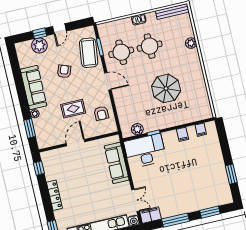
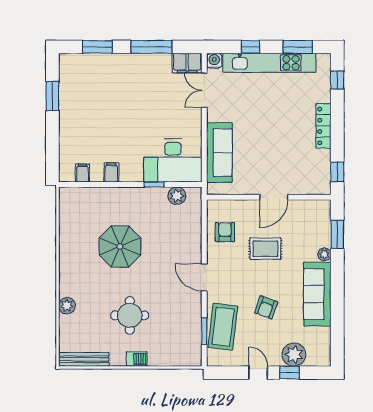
door: (59, 29) -> (258, 373), hinge flipped
round table: (121, 52) -> (174, 316), removed

